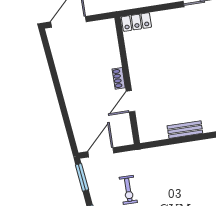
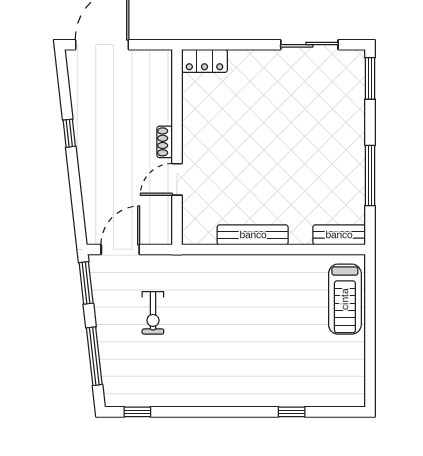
window: (56, 82) -> (69, 133), added
bench: (185, 130) -> (253, 235), width x1.36

